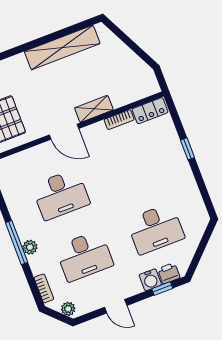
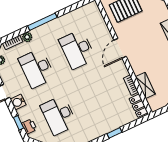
shelving: (94, 109) -> (145, 85), moved
plant: (30, 247) -> (27, 37), moved
water cooler: (150, 280) -> (18, 102), moved

